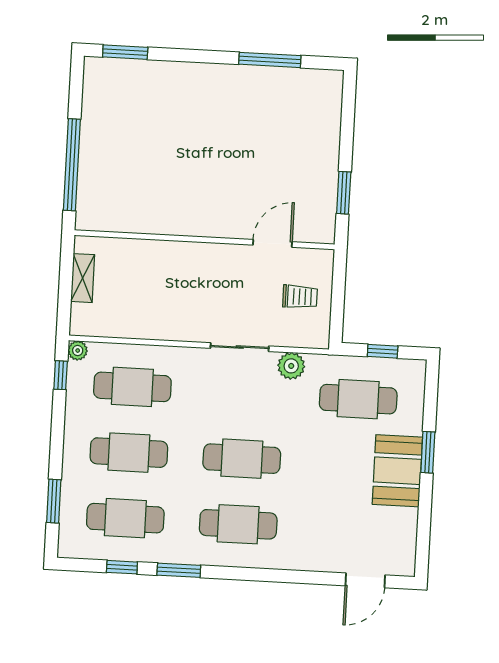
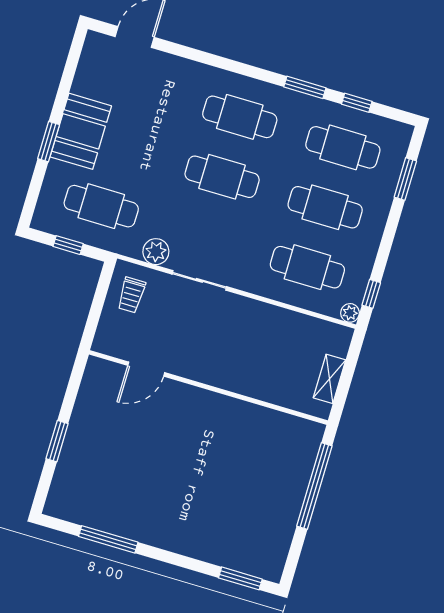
window: (344, 193) -> (57, 441), moved
trolley: (300, 297) -> (131, 295), moved, turned -90

